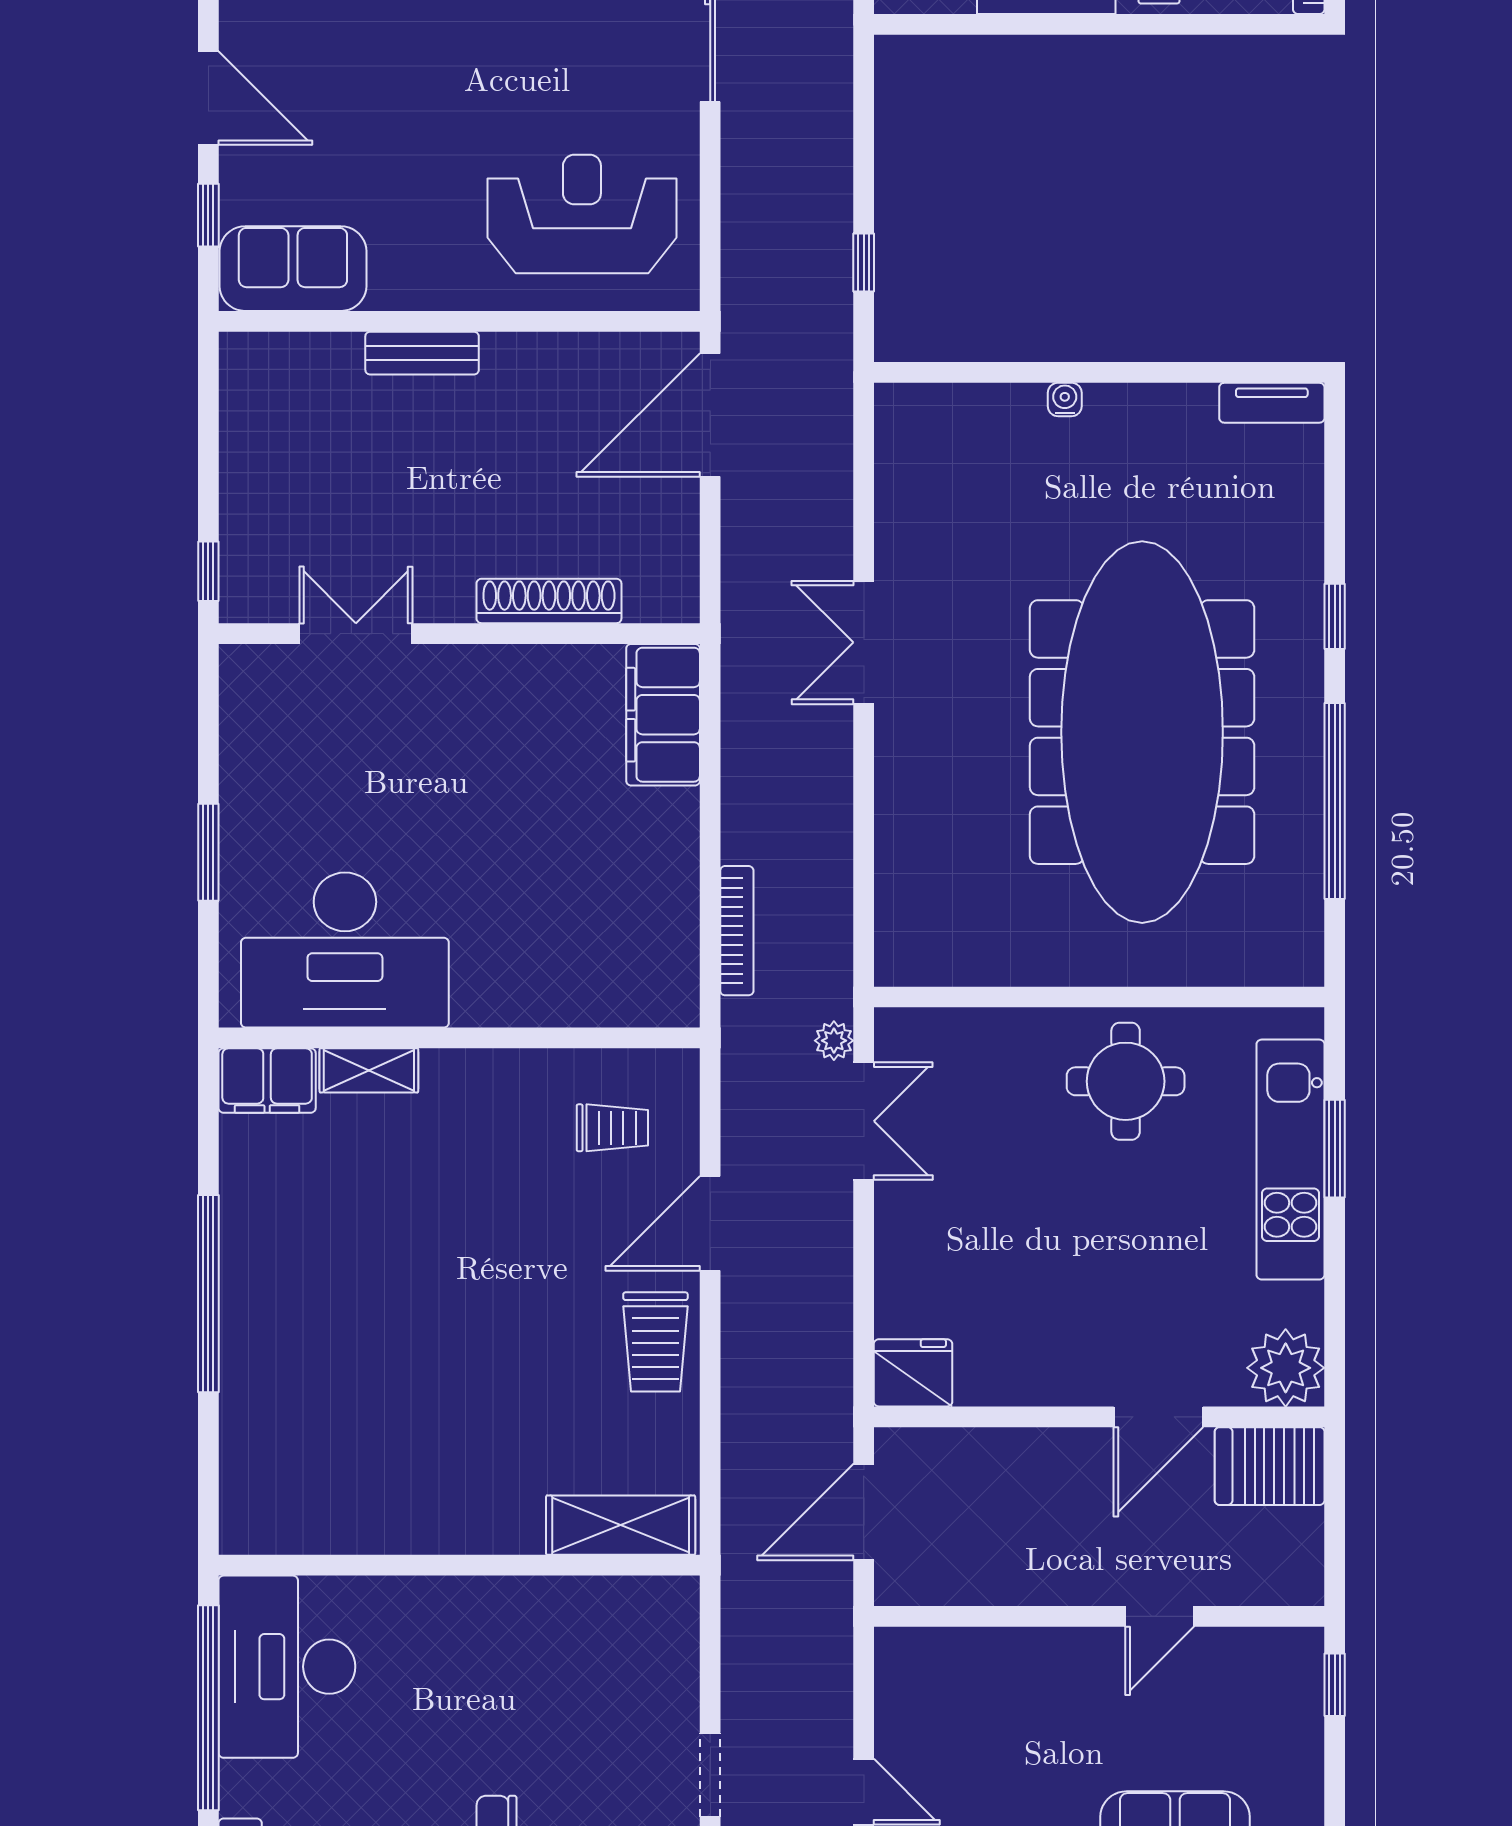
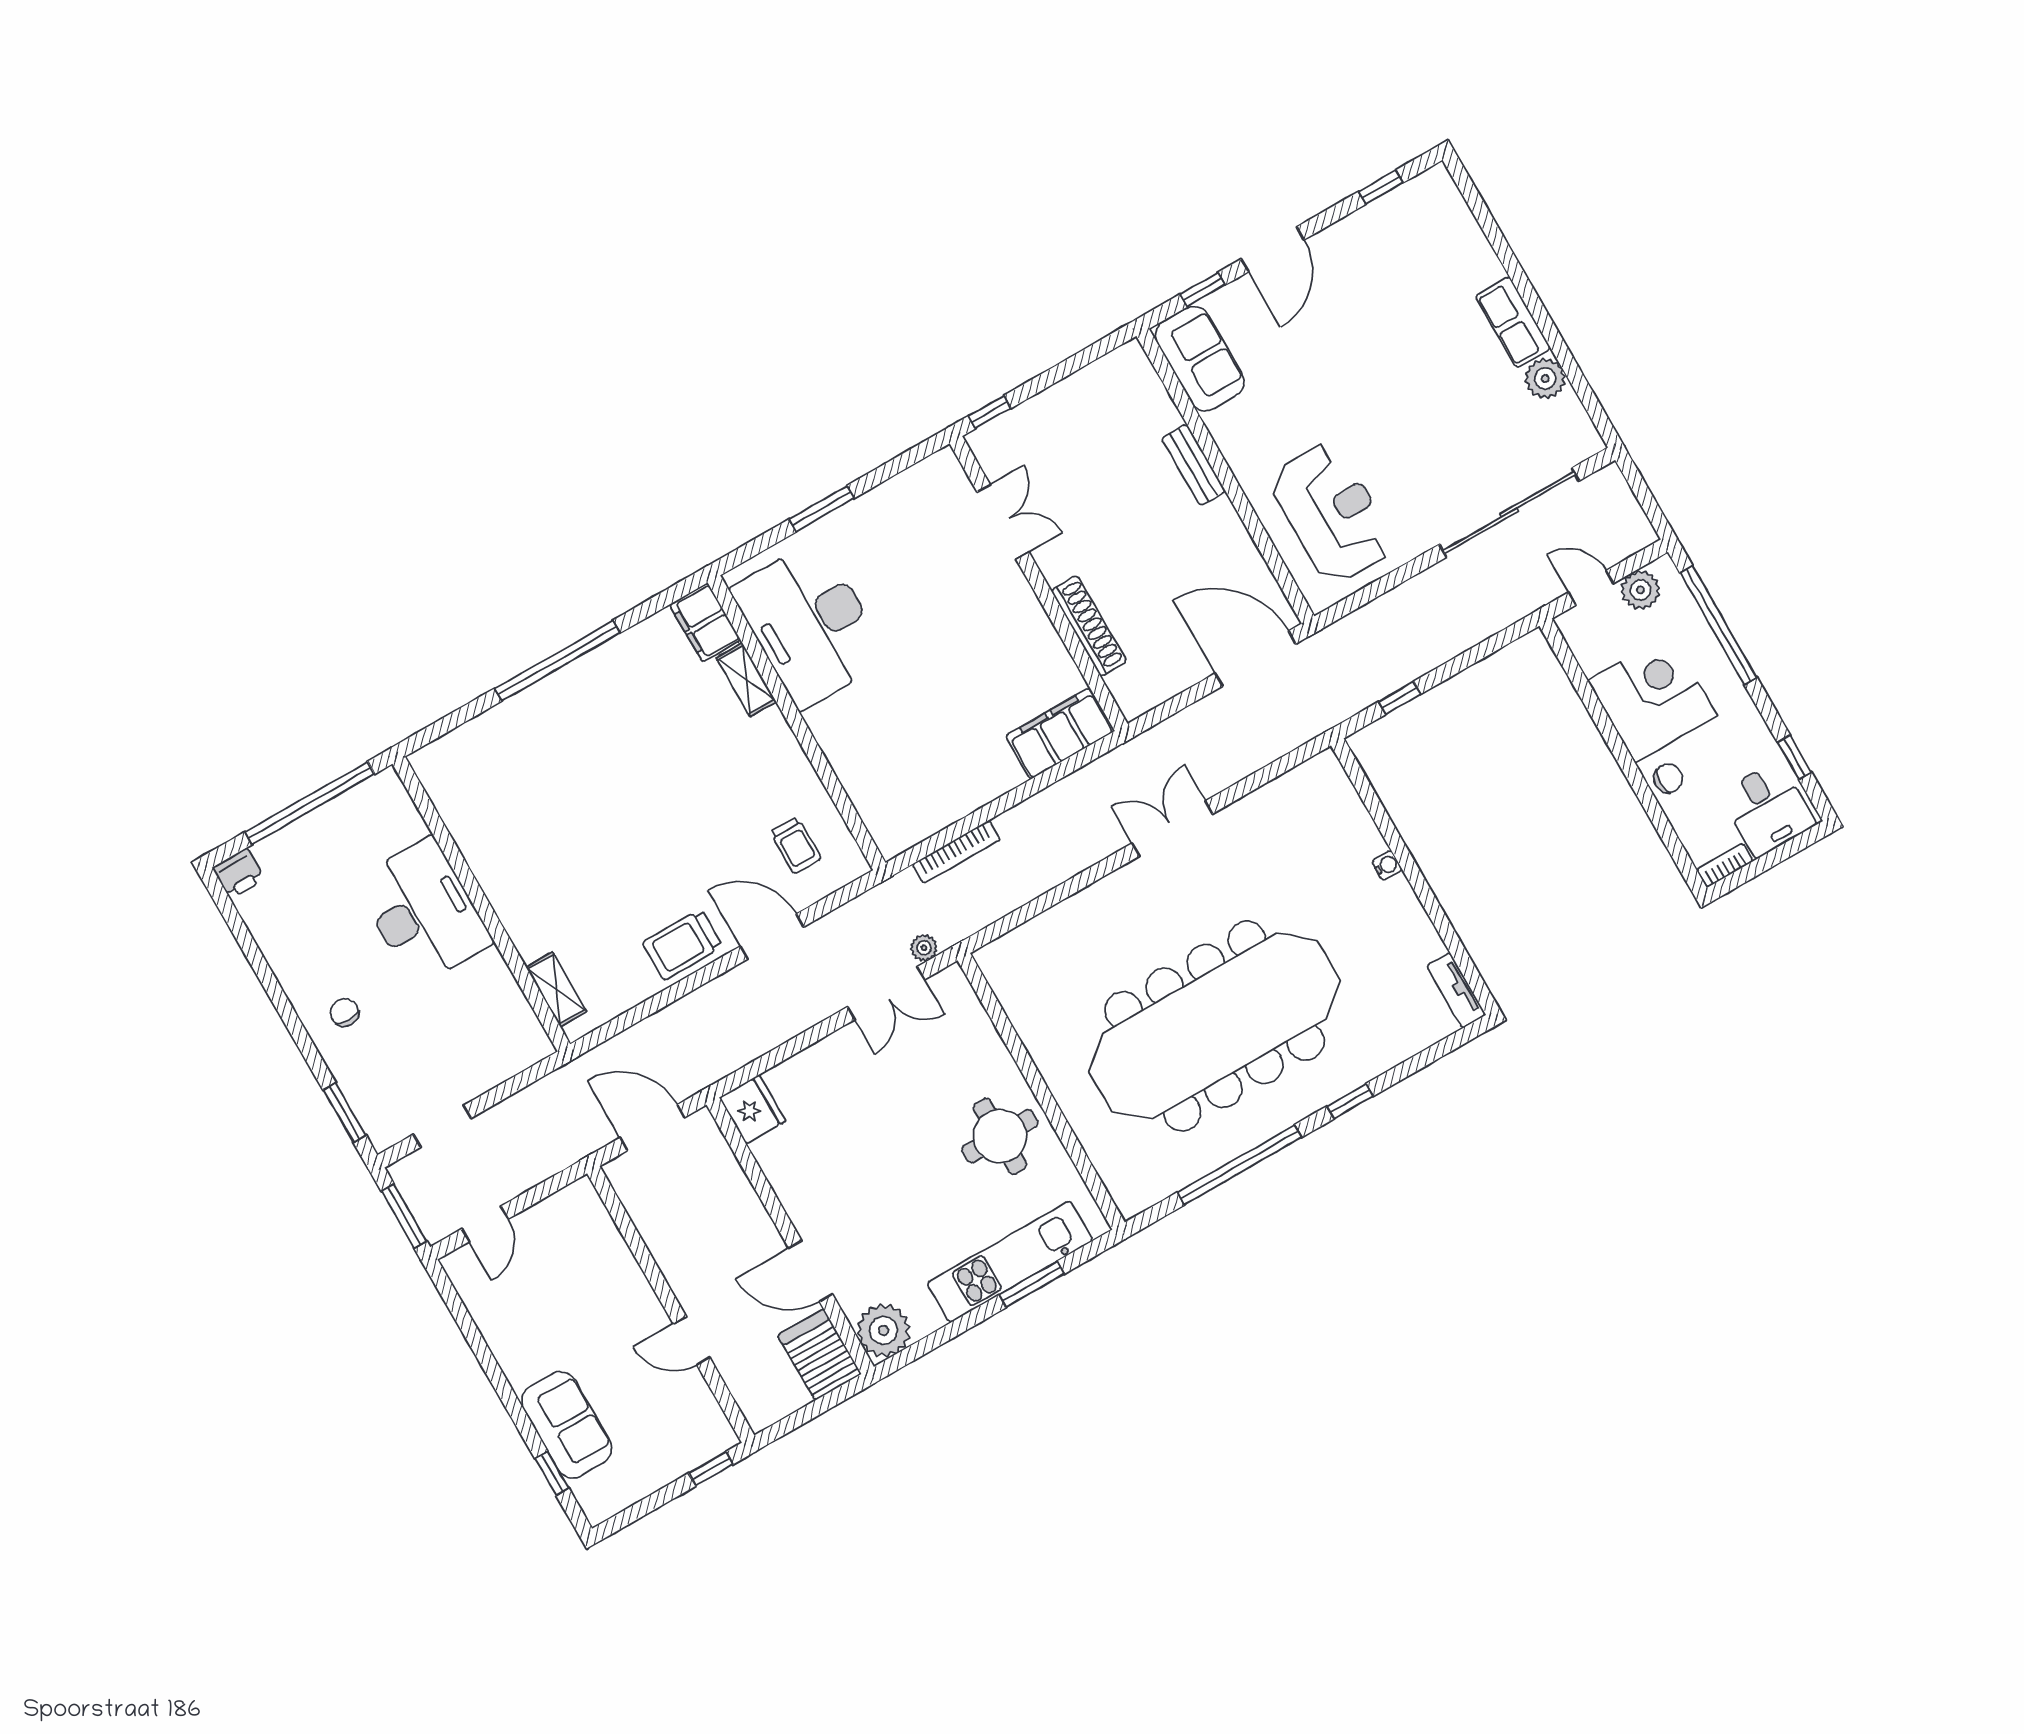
shelving: (621, 1525) -> (556, 989), width x0.67, depth x0.75
desk: (287, 1667) -> (423, 912), moved, turned 90

